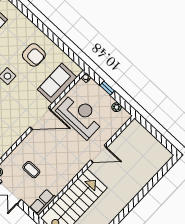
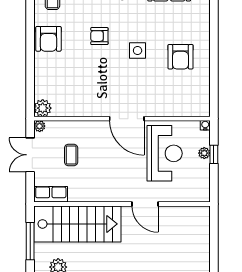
sofa: (57, 83) -> (174, 103), removed
plant: (117, 107) -> (204, 153), moved

